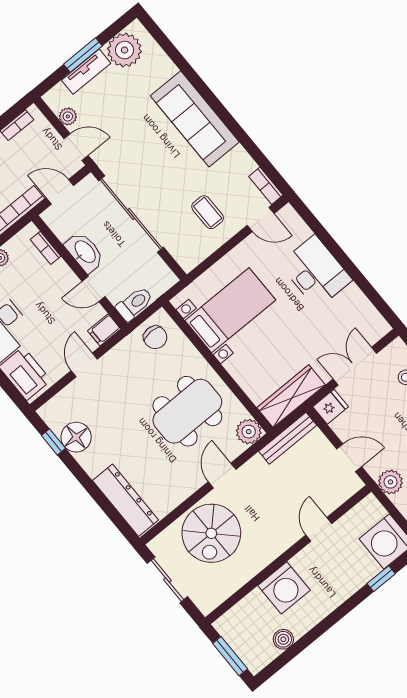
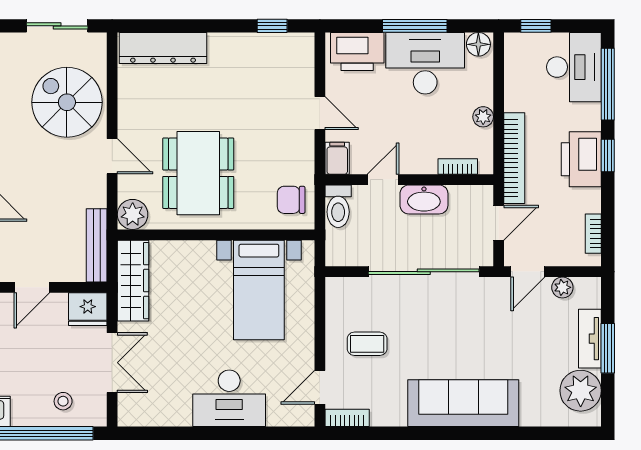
fridge: (331, 407) -> (88, 309), width x1.38
floor lamp: (76, 437) -> (259, 50), removed

